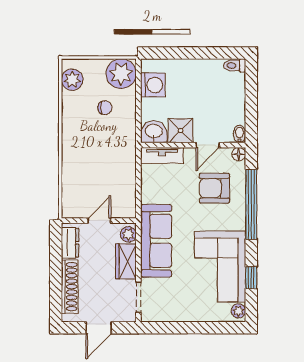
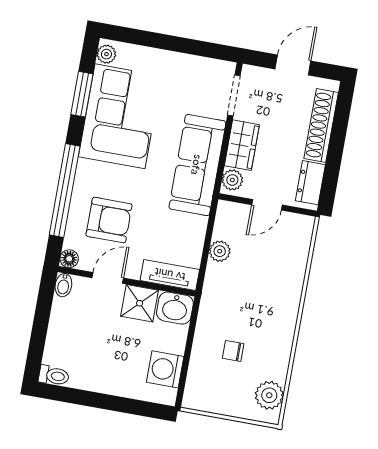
plant: (121, 74) -> (220, 251), moved, width x0.53, depth x0.53
window: (251, 278) -> (82, 94), width x1.50

